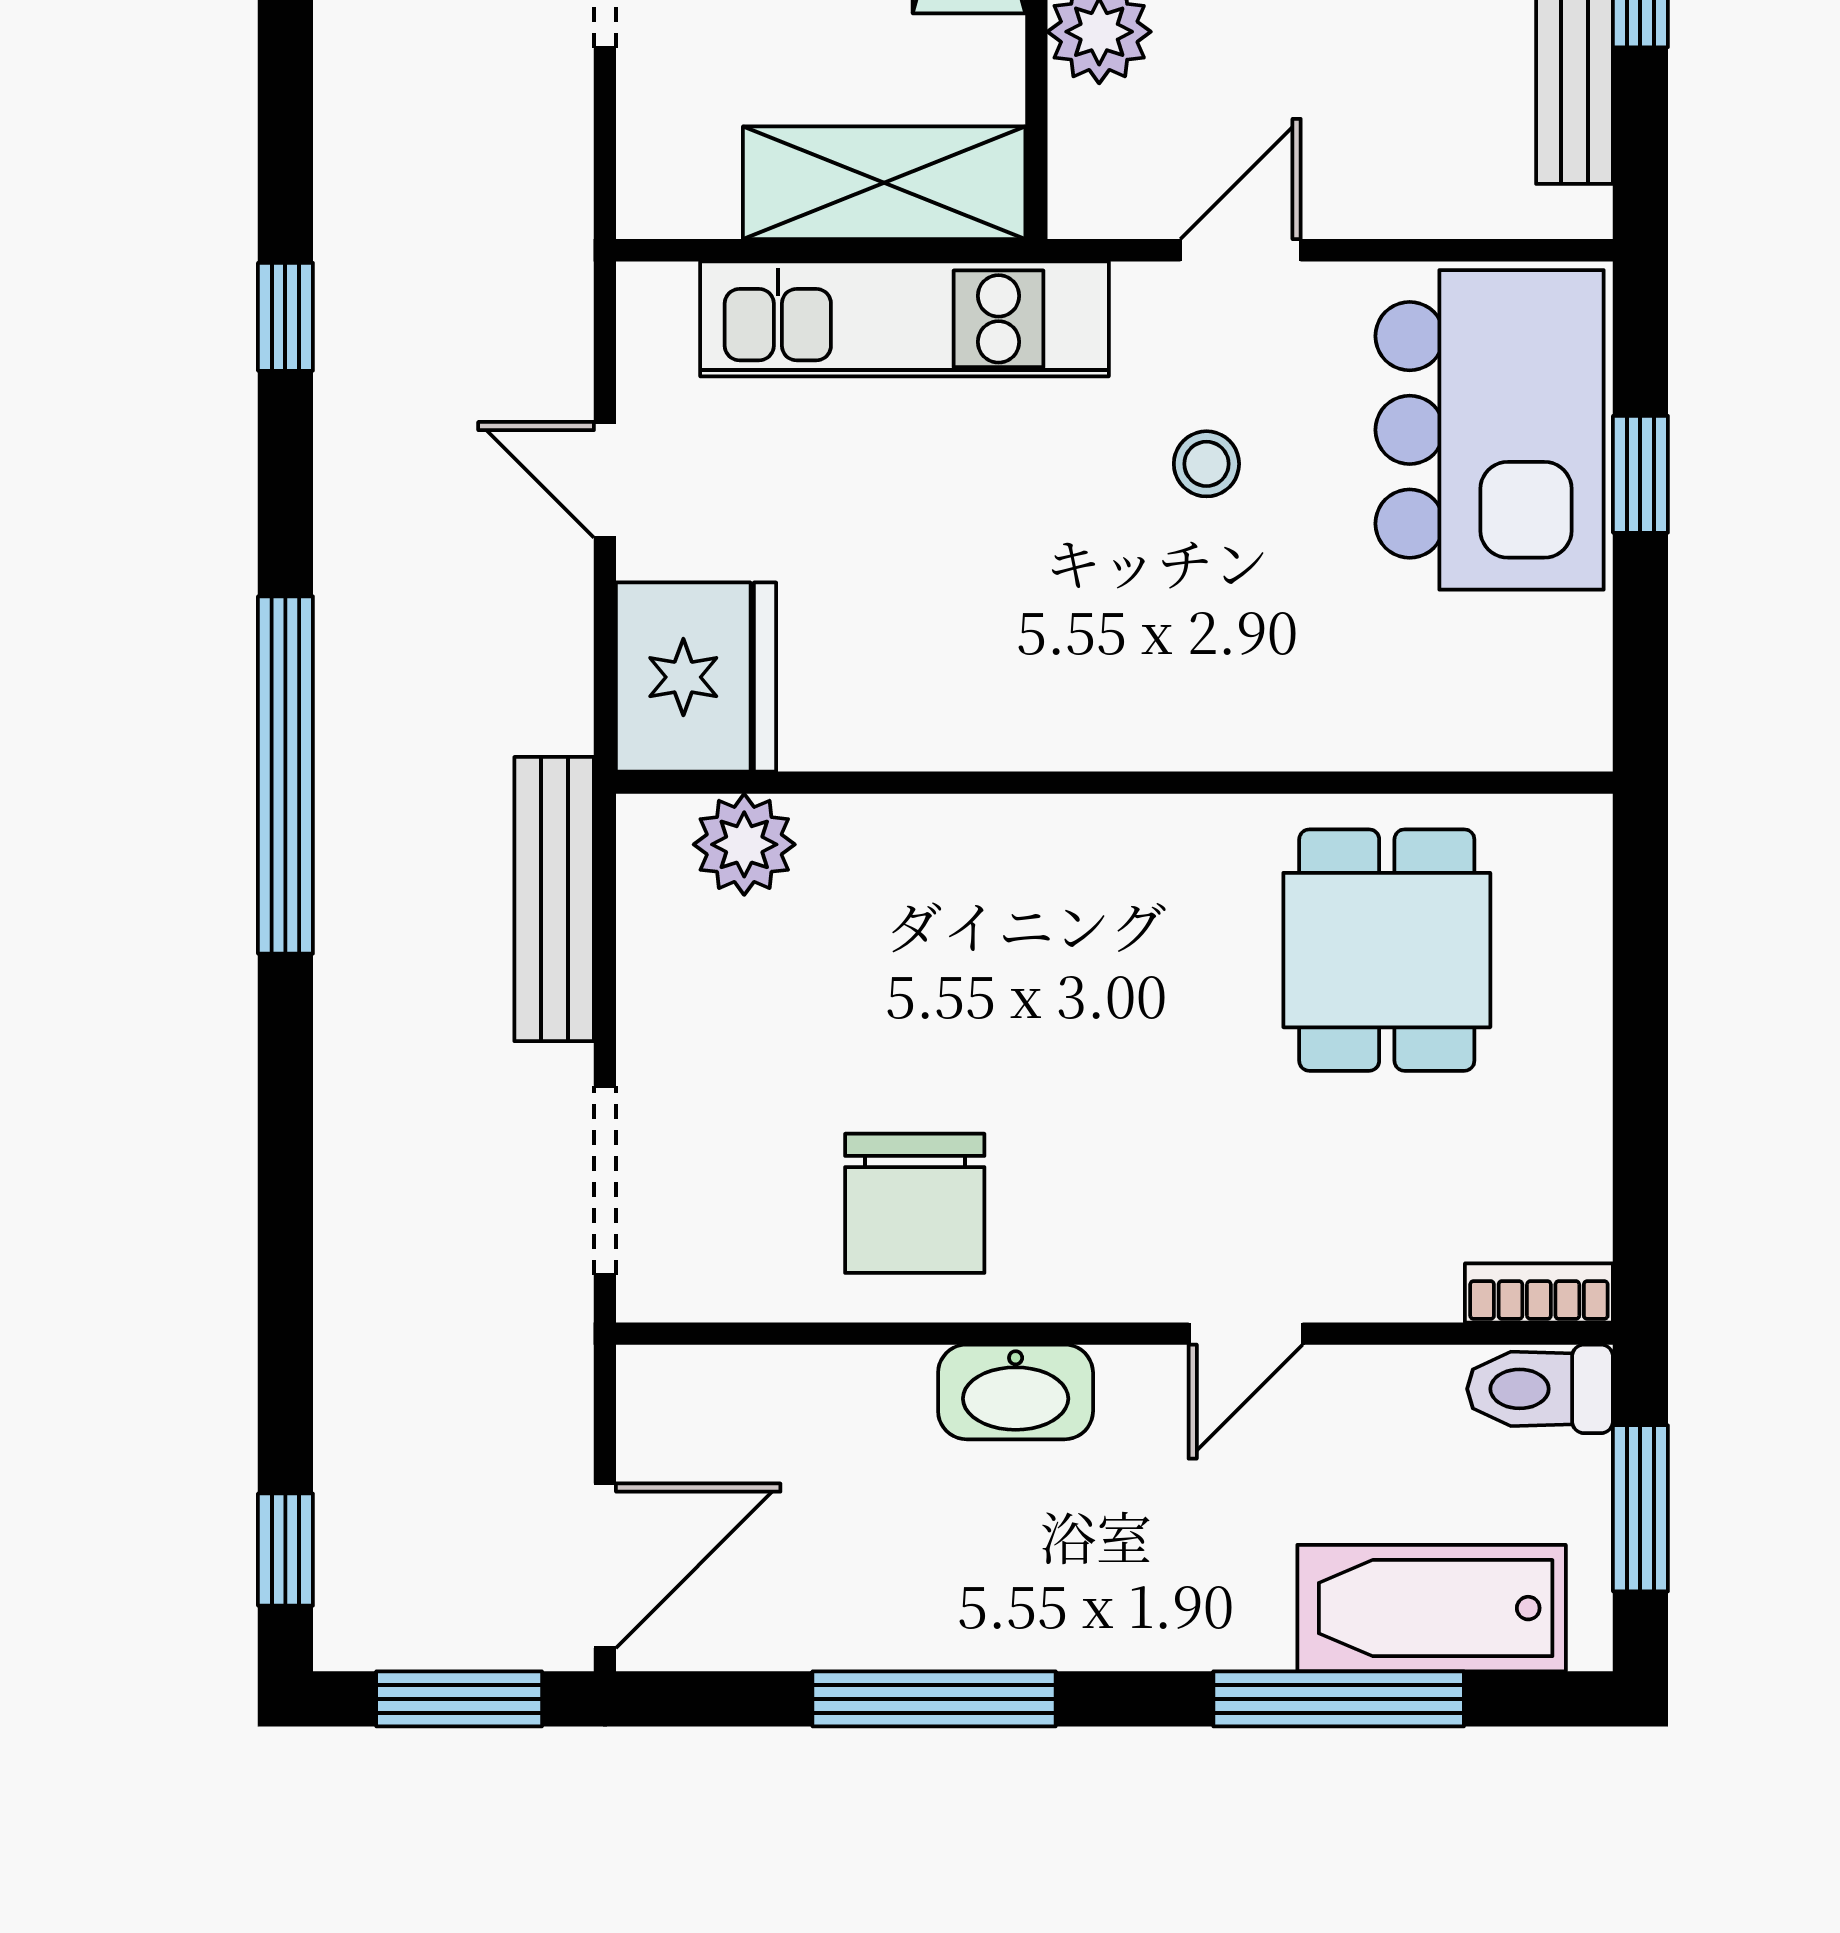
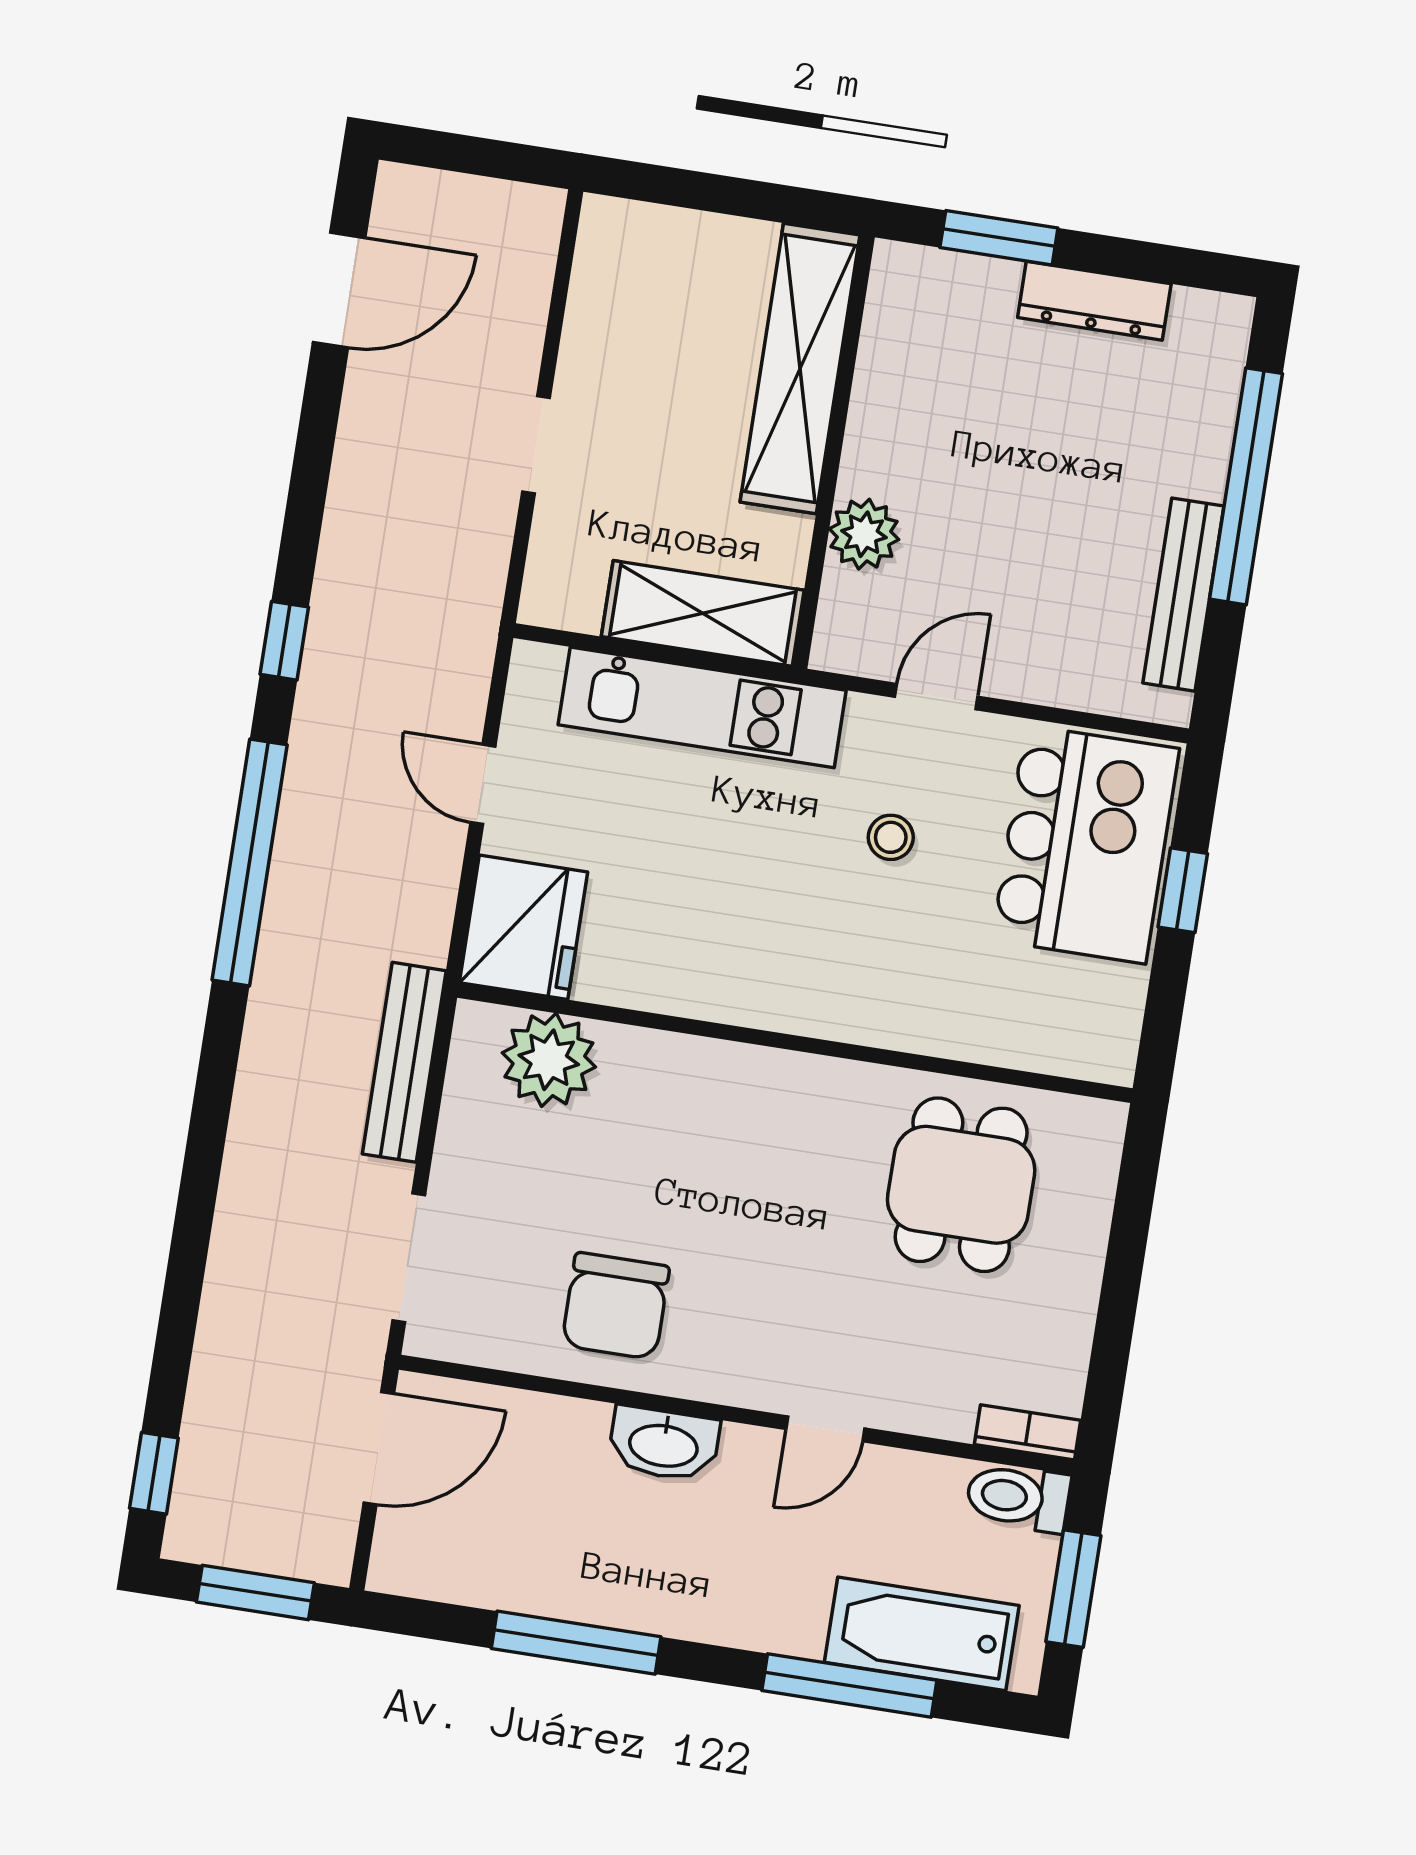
window: (285, 775) -> (250, 862), moved
plant: (744, 844) -> (549, 1060), width x1.36, depth x1.36
door: (605, 1566) -> (379, 1448), moved

